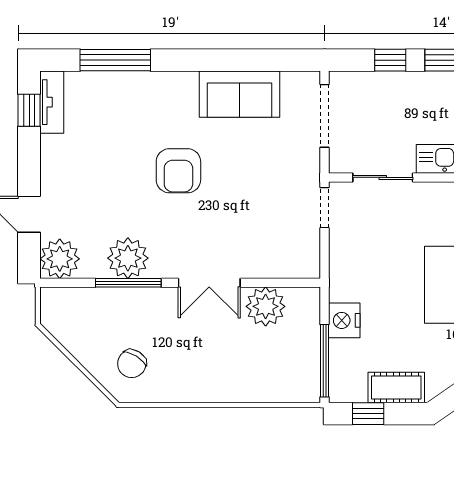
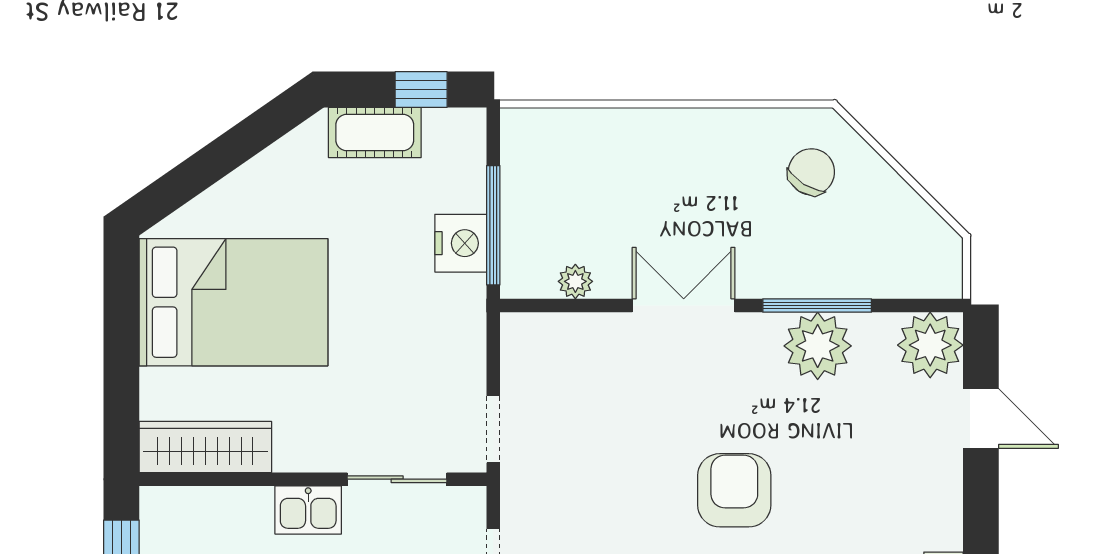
plant: (266, 306) -> (575, 281), width x0.53, depth x0.53
window: (324, 361) -> (493, 225), moved

